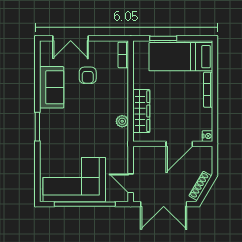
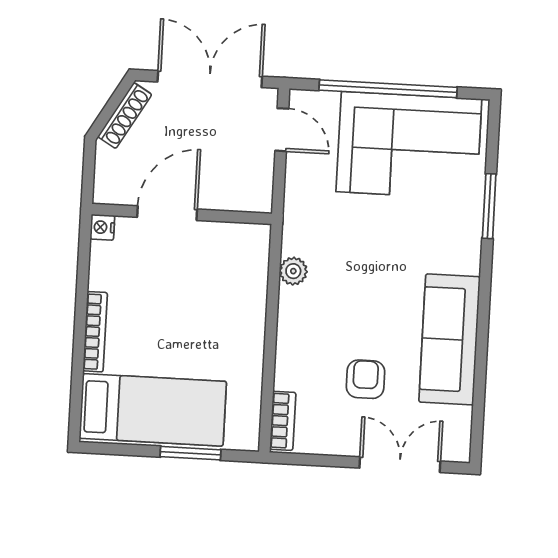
sofa: (52, 87) -> (449, 339), width x1.36
wardrobe: (141, 111) -> (249, 292), removed
window: (37, 127) -> (489, 206), moved

